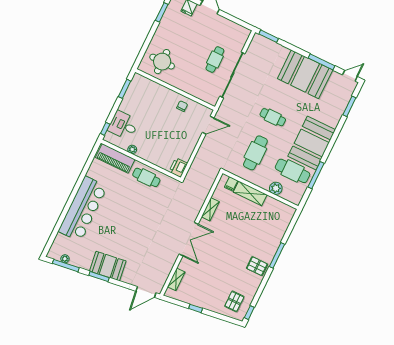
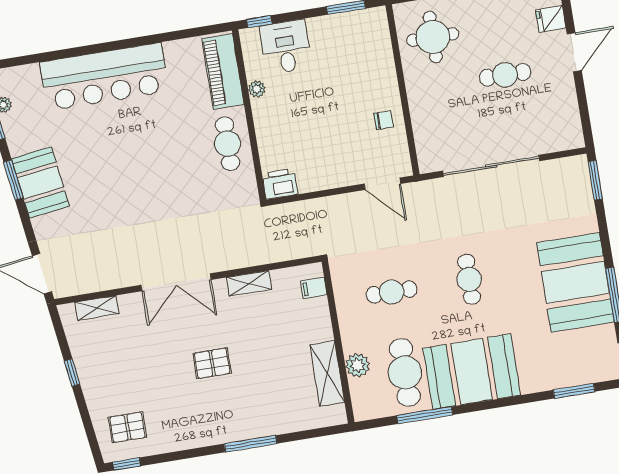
cafe table: (215, 60) -> (505, 75), moved
cafe table: (255, 153) -> (392, 292), width x0.73, depth x0.74
shelving: (250, 193) -> (327, 373), moved
pallet: (257, 266) -> (212, 363), moved, turned 90

